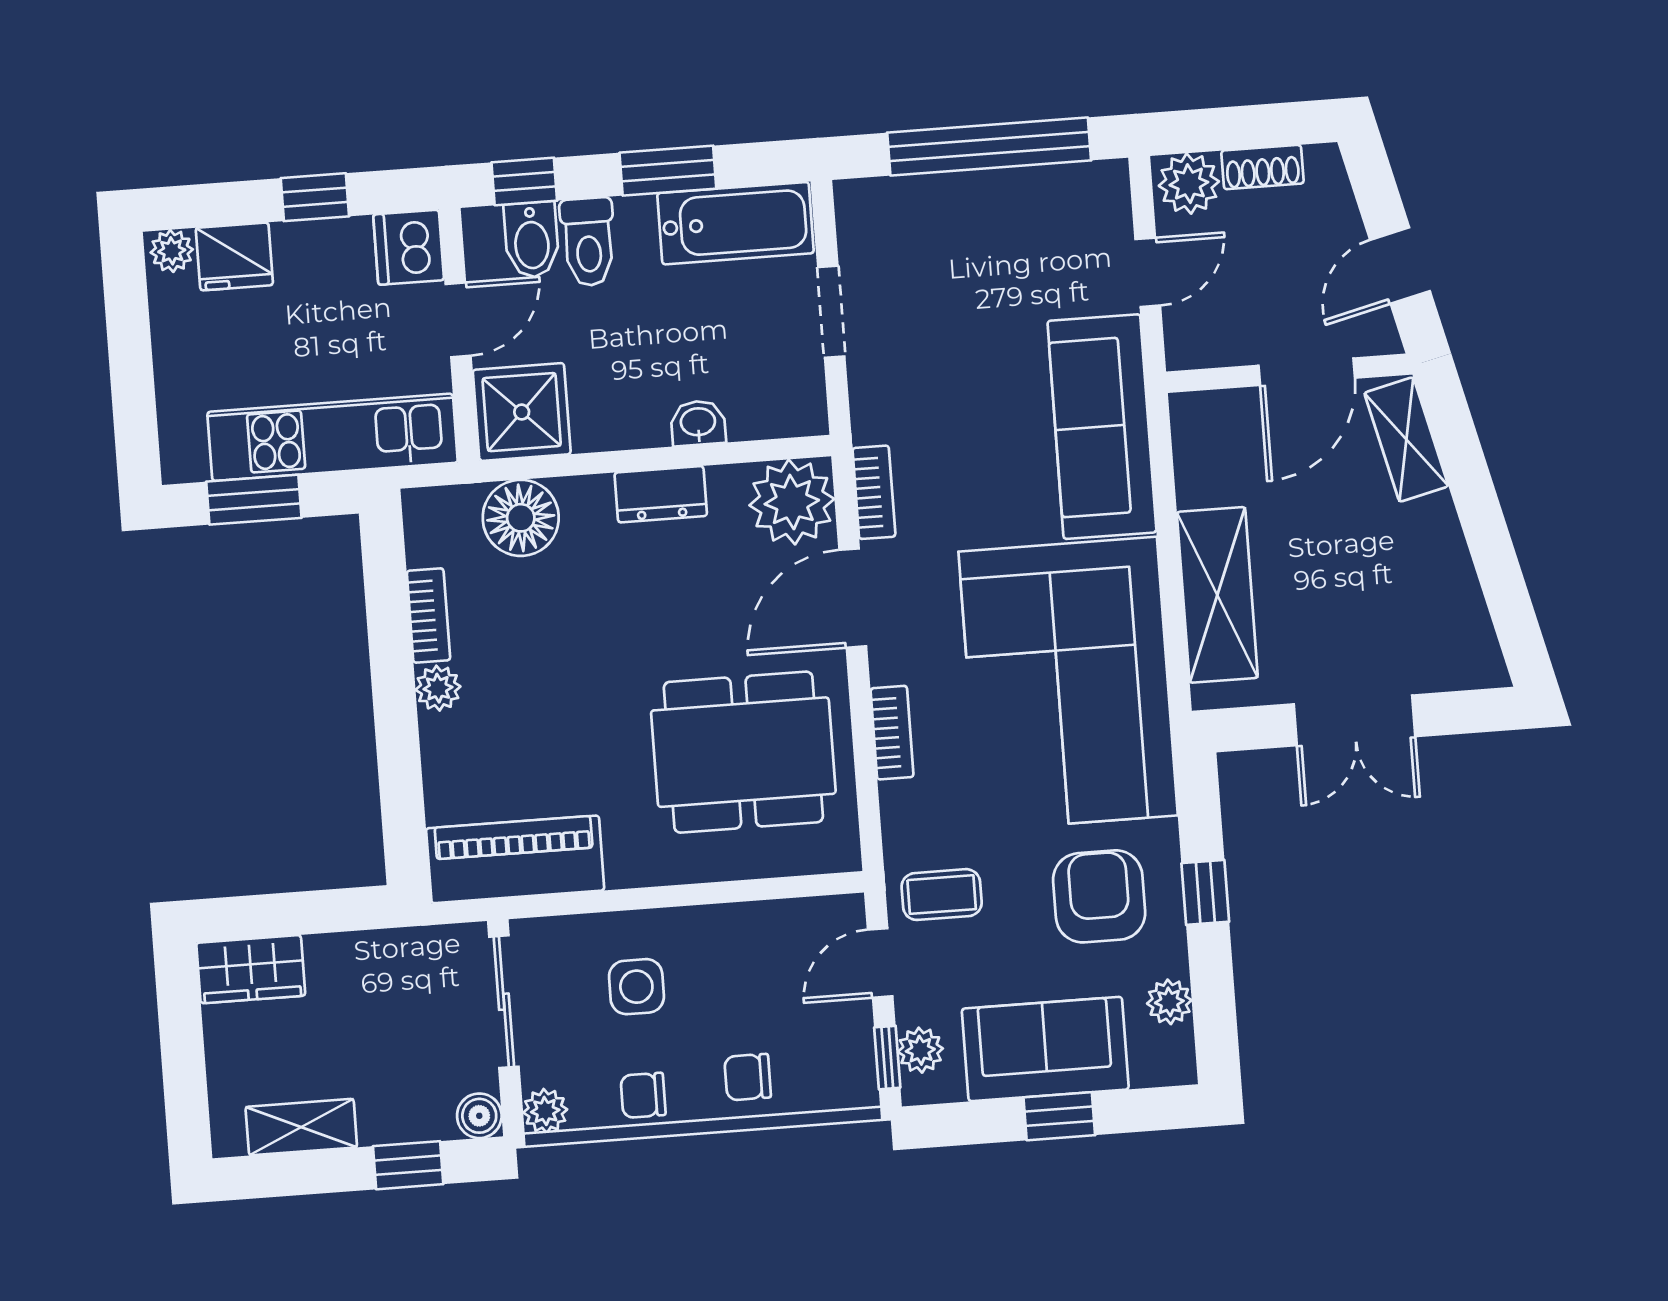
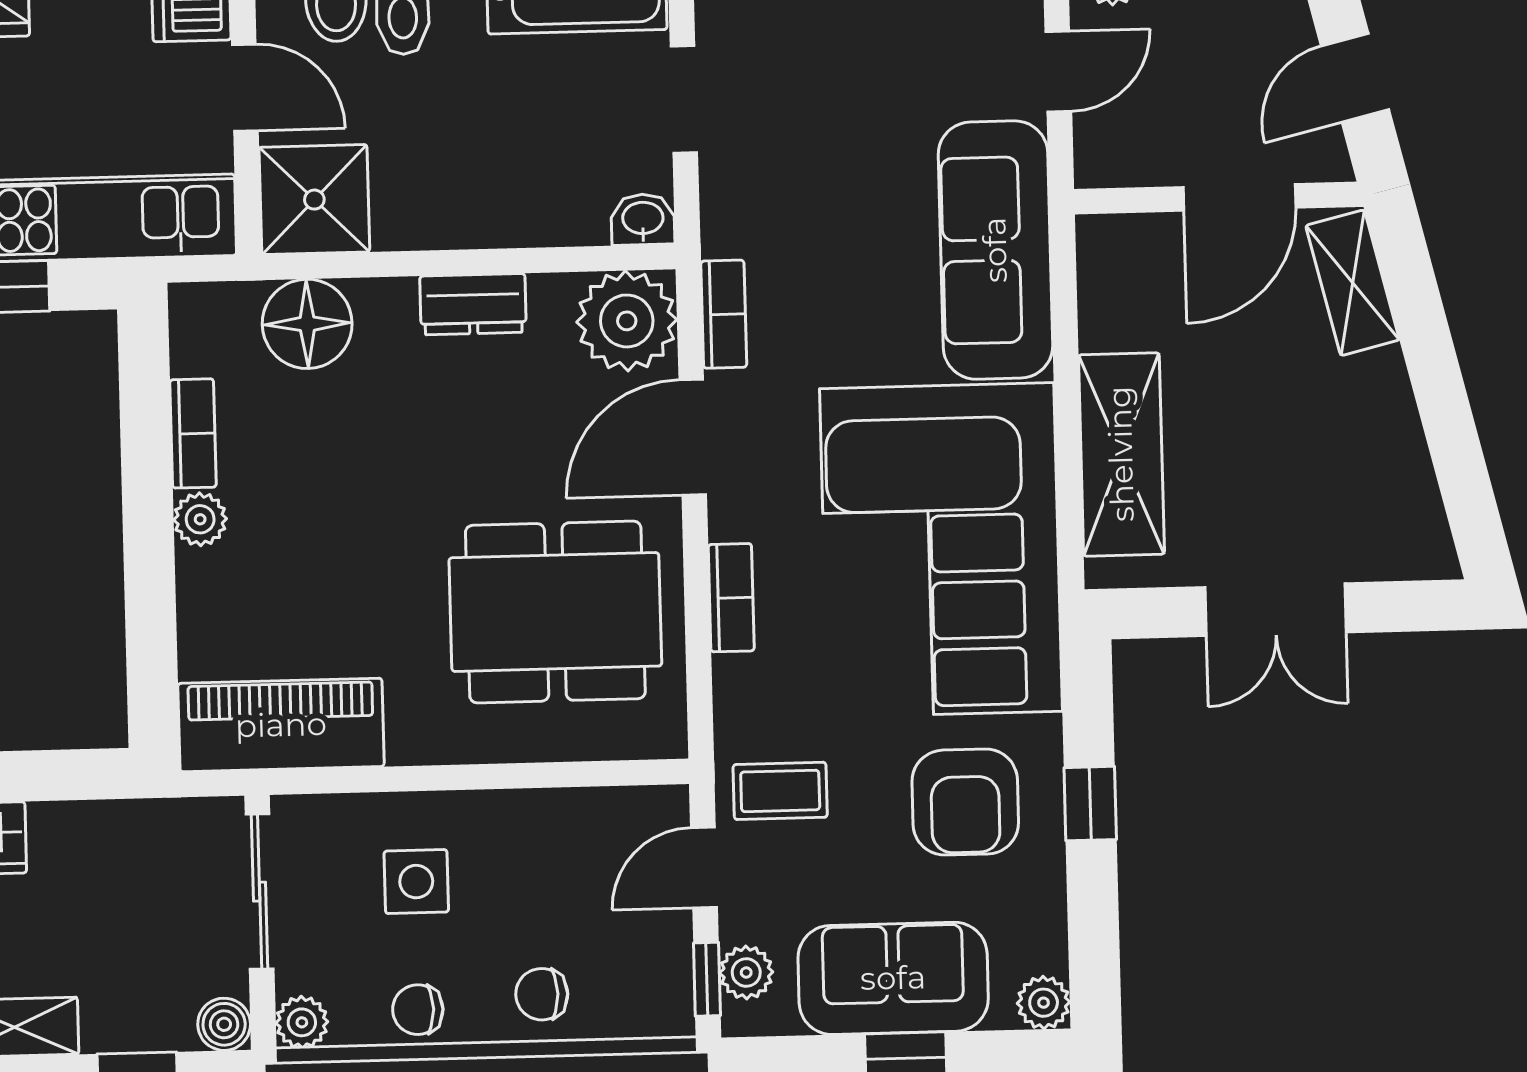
door: (458, 320) -> (245, 88), hinge flipped
washbasin: (698, 423) -> (643, 219), moved
armchair: (1099, 896) -> (965, 802), turned 180
plant: (1169, 1002) -> (1044, 1003), moved

